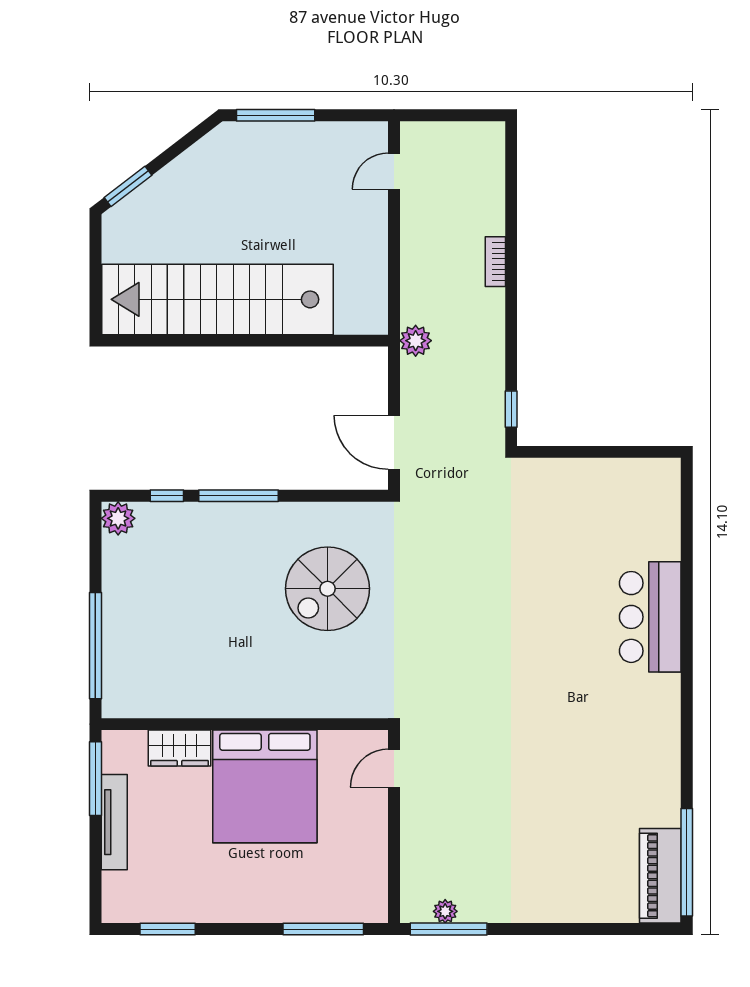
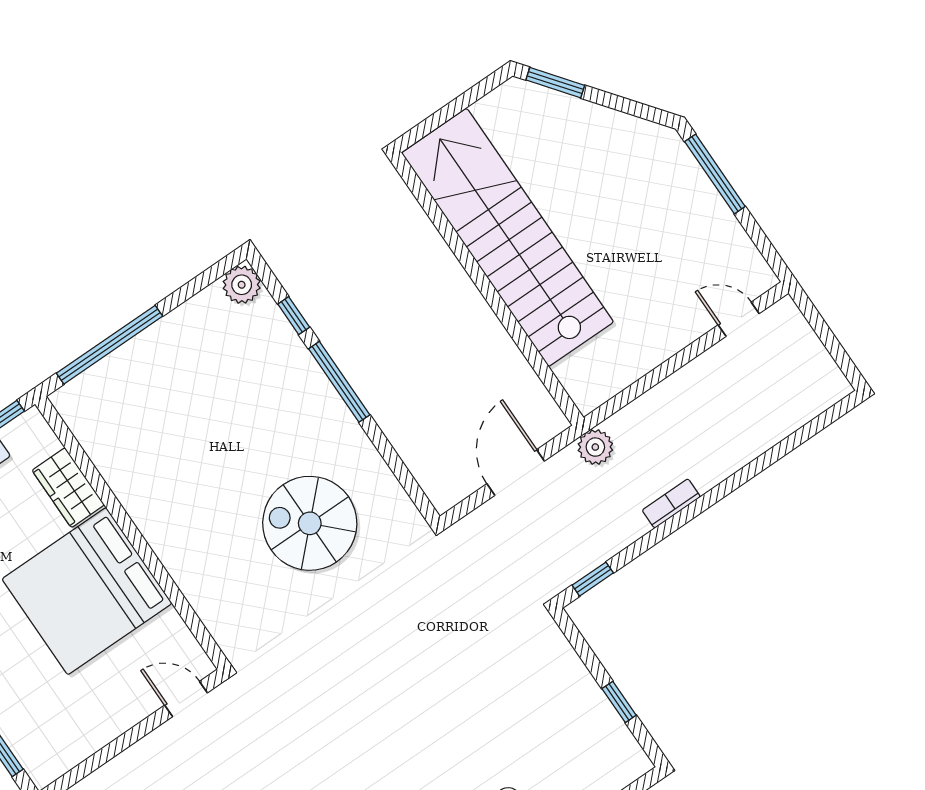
bookcase: (495, 262) -> (671, 503), moved
door: (394, 442) -> (516, 472), moved
window: (615, 452) -> (619, 702), added

